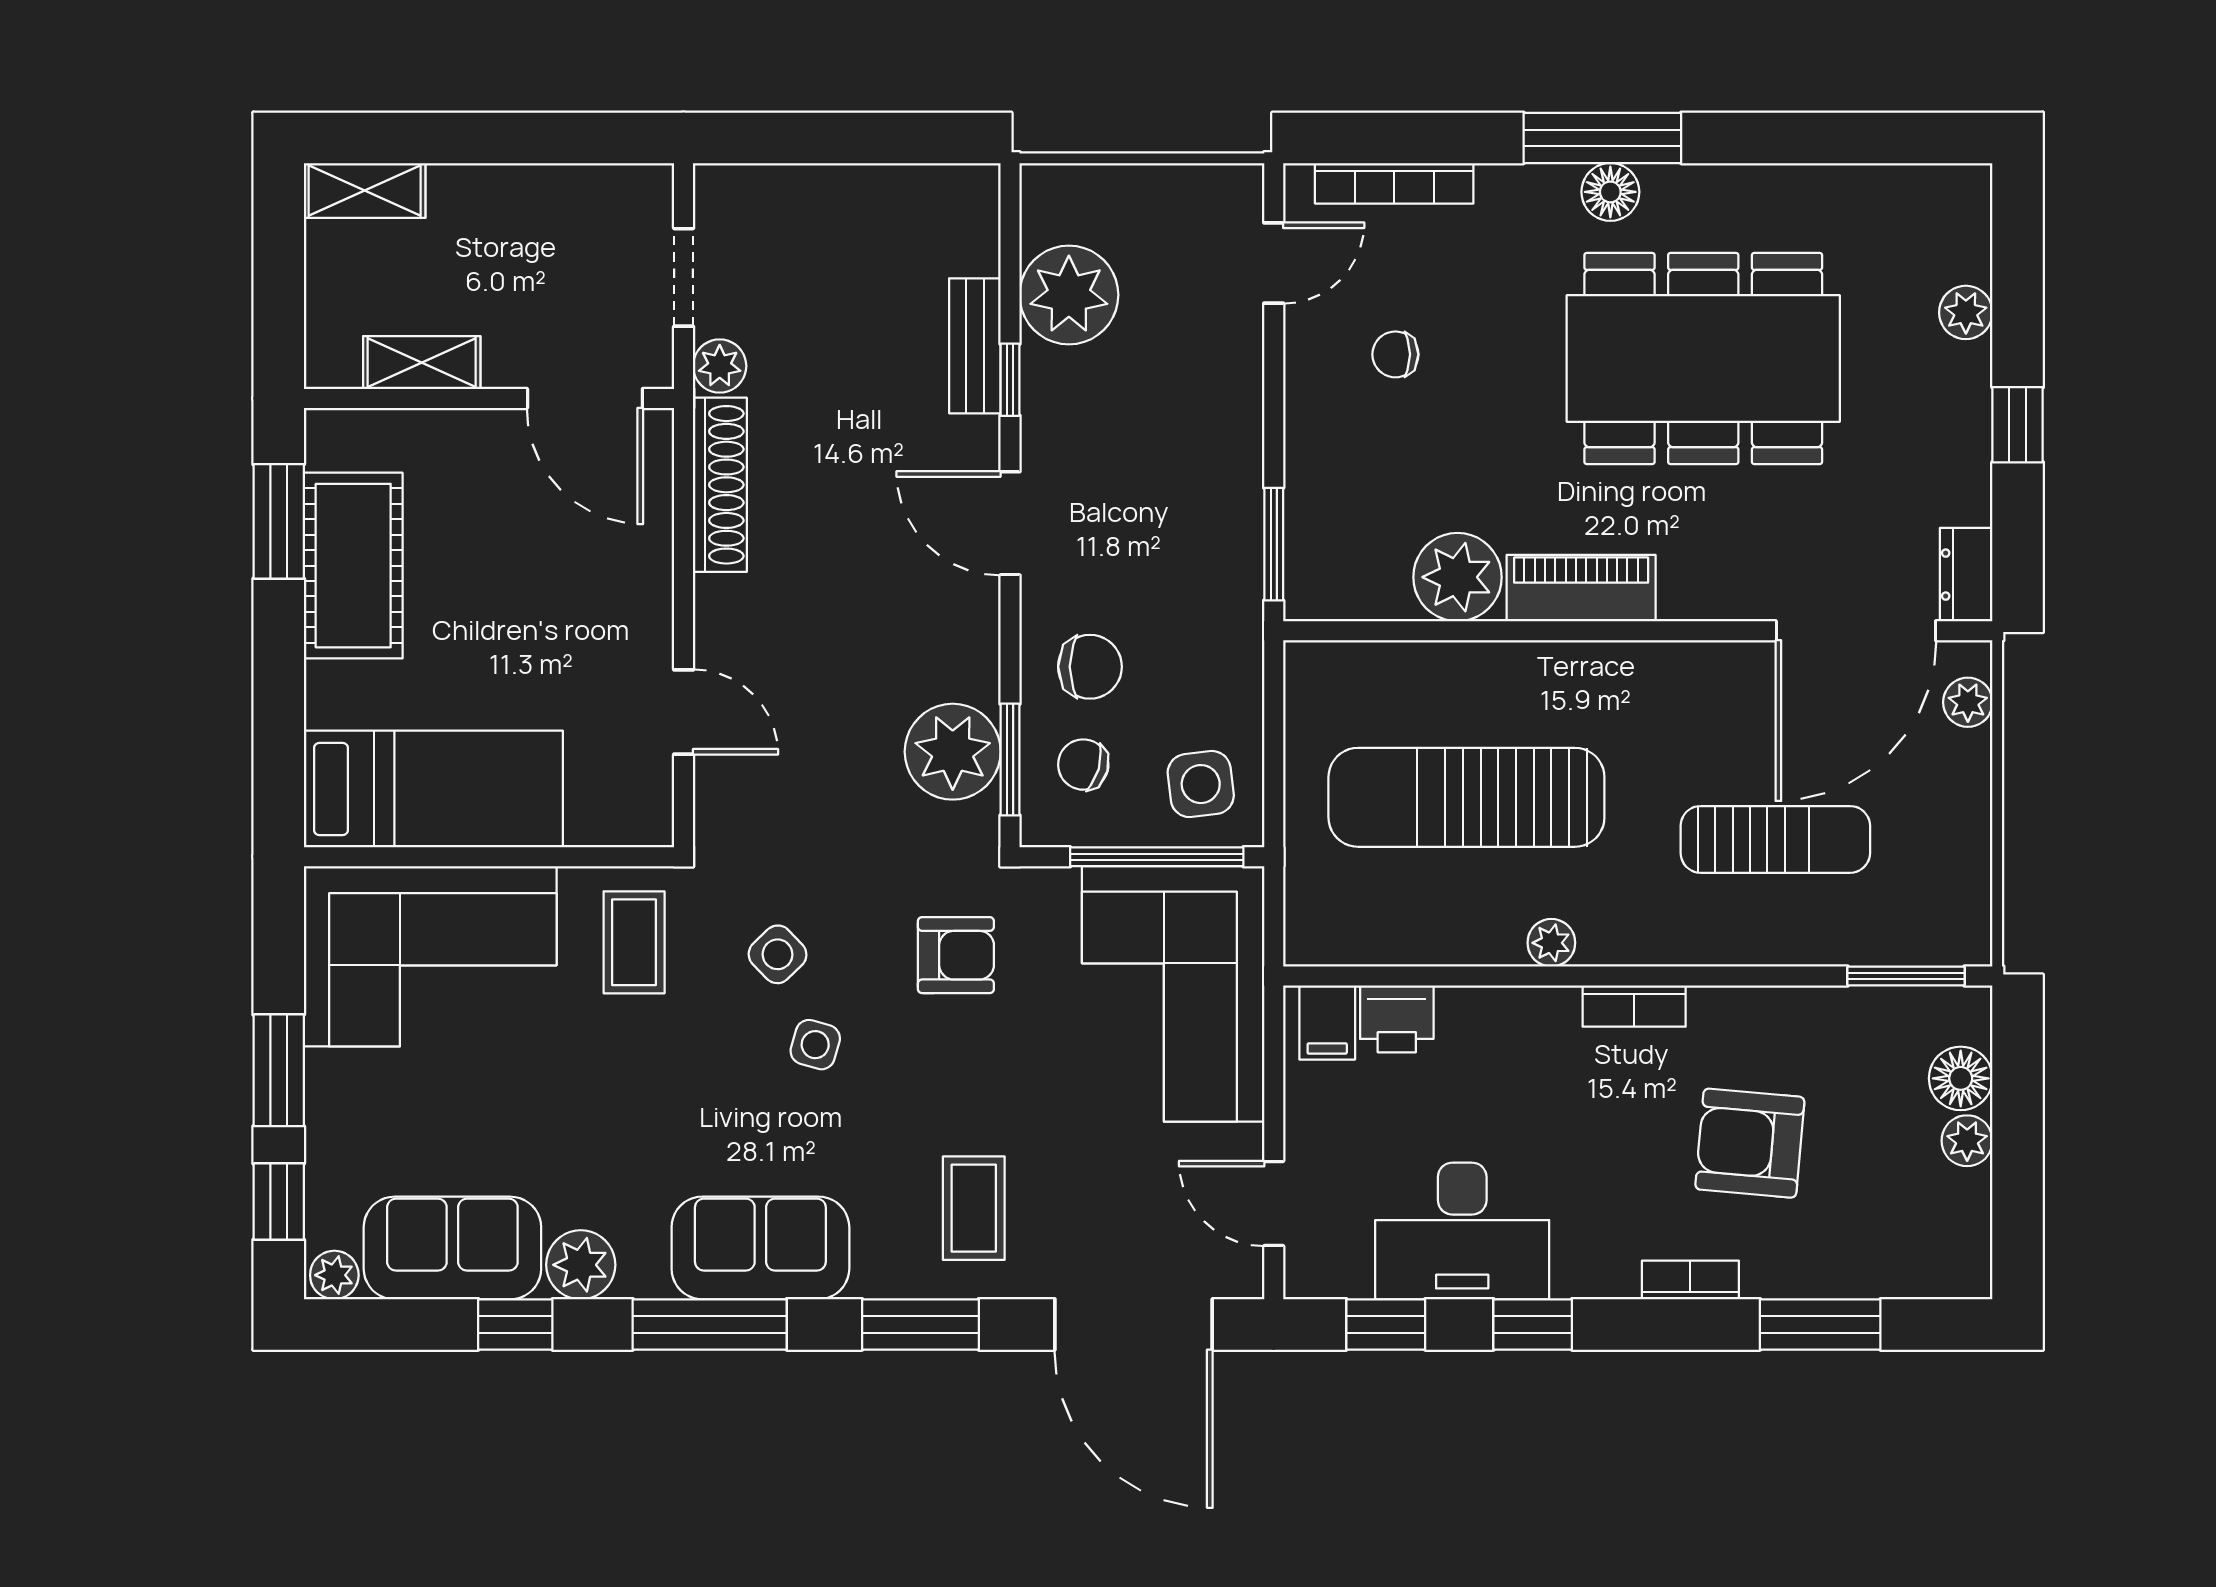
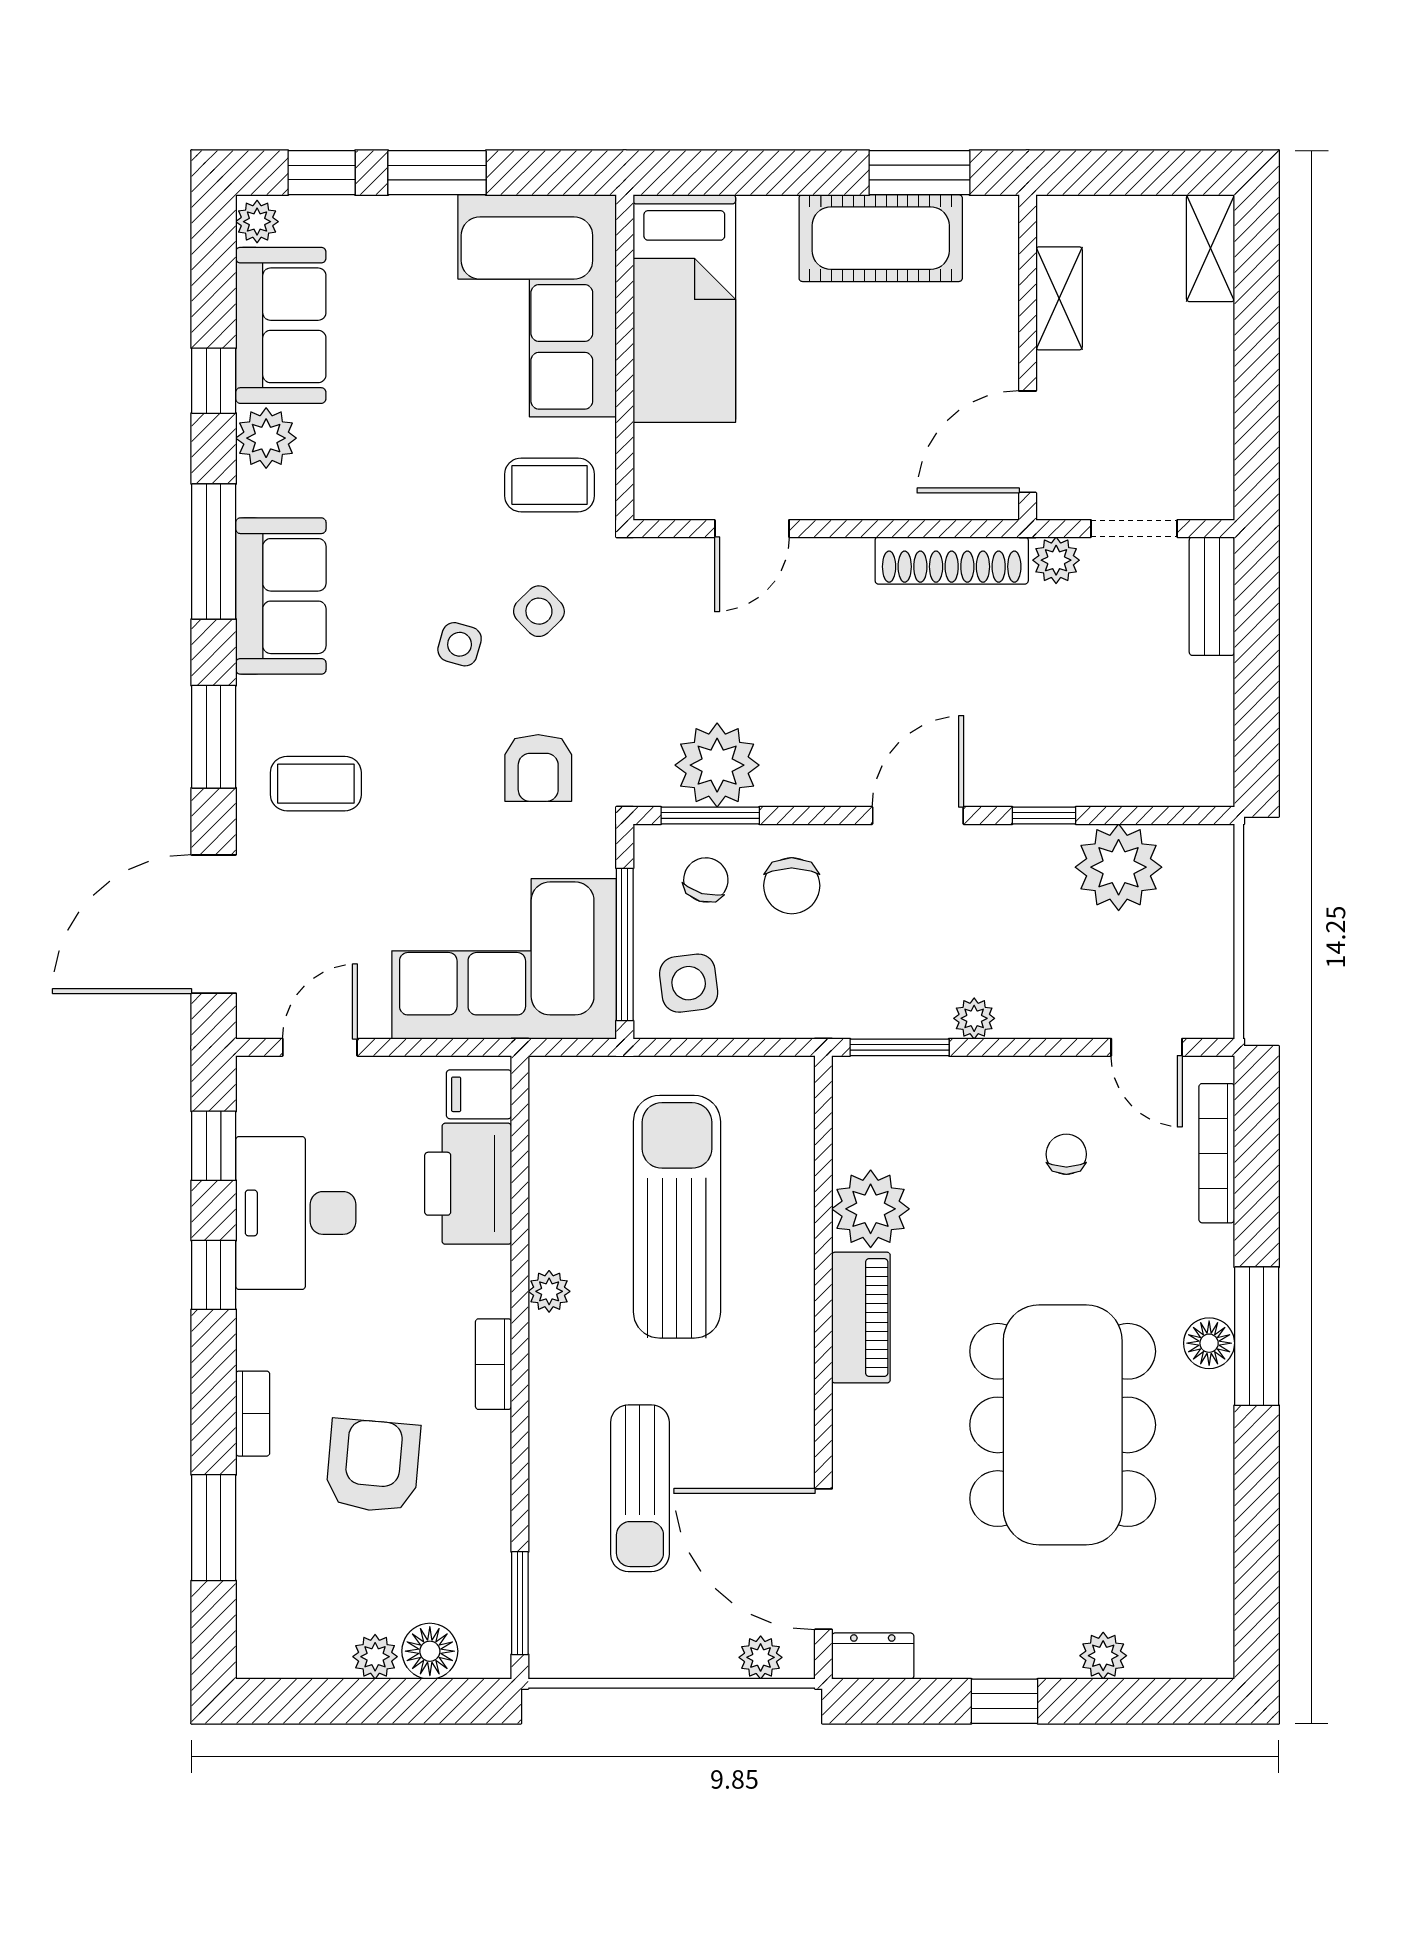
bench: (975, 346) -> (1212, 596), moved, turned 90
plant: (1241, 459) -> (974, 1018), added
printer: (1397, 1019) -> (468, 1184), width x1.87, depth x1.48

